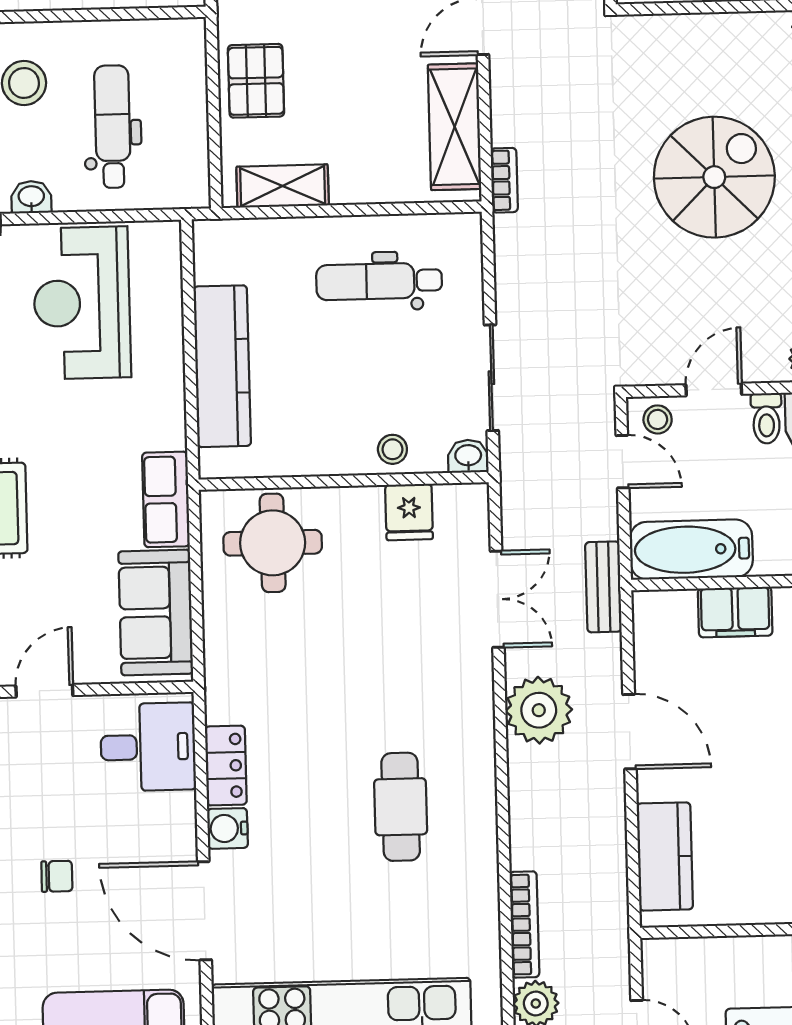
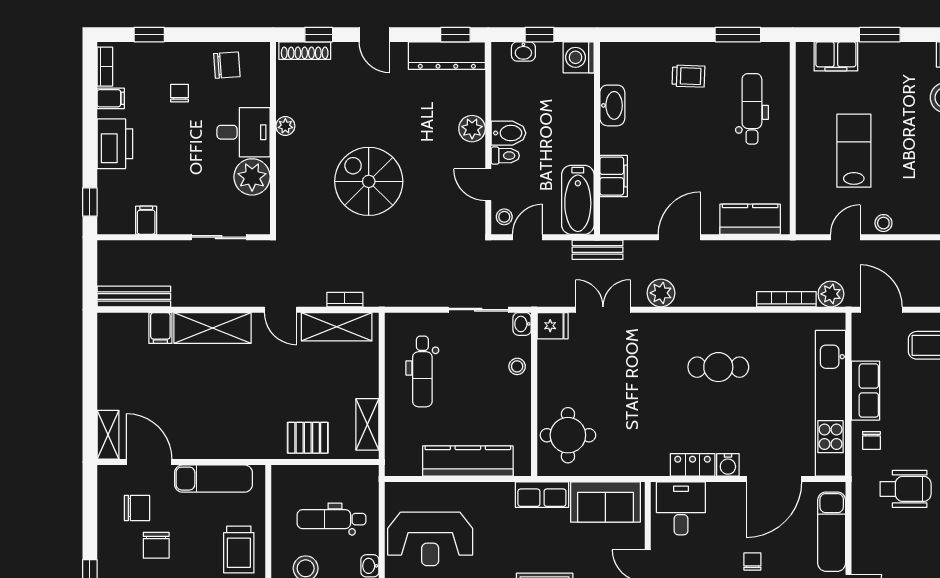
bookcase: (504, 180) -> (345, 300), moved
fridge: (409, 512) -> (553, 326), moved
plant: (539, 710) -> (661, 293), width x0.73, depth x0.73

